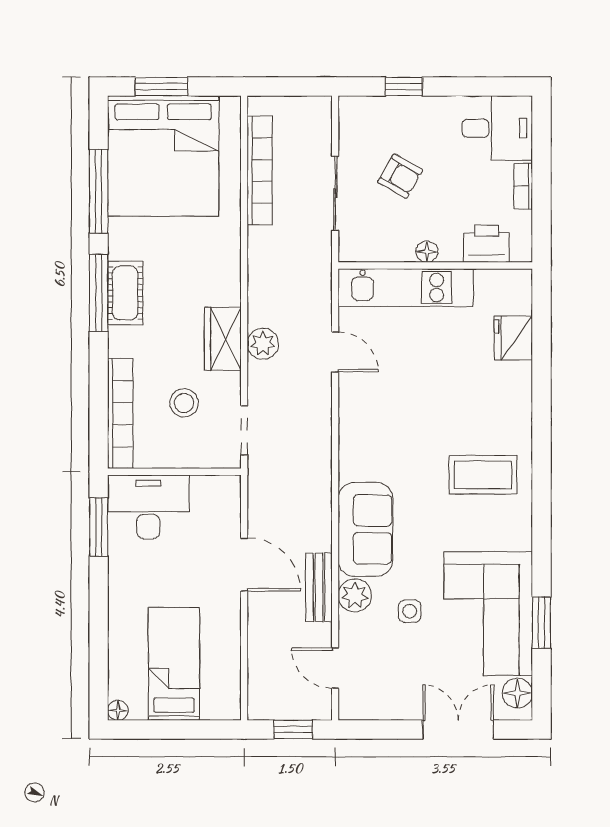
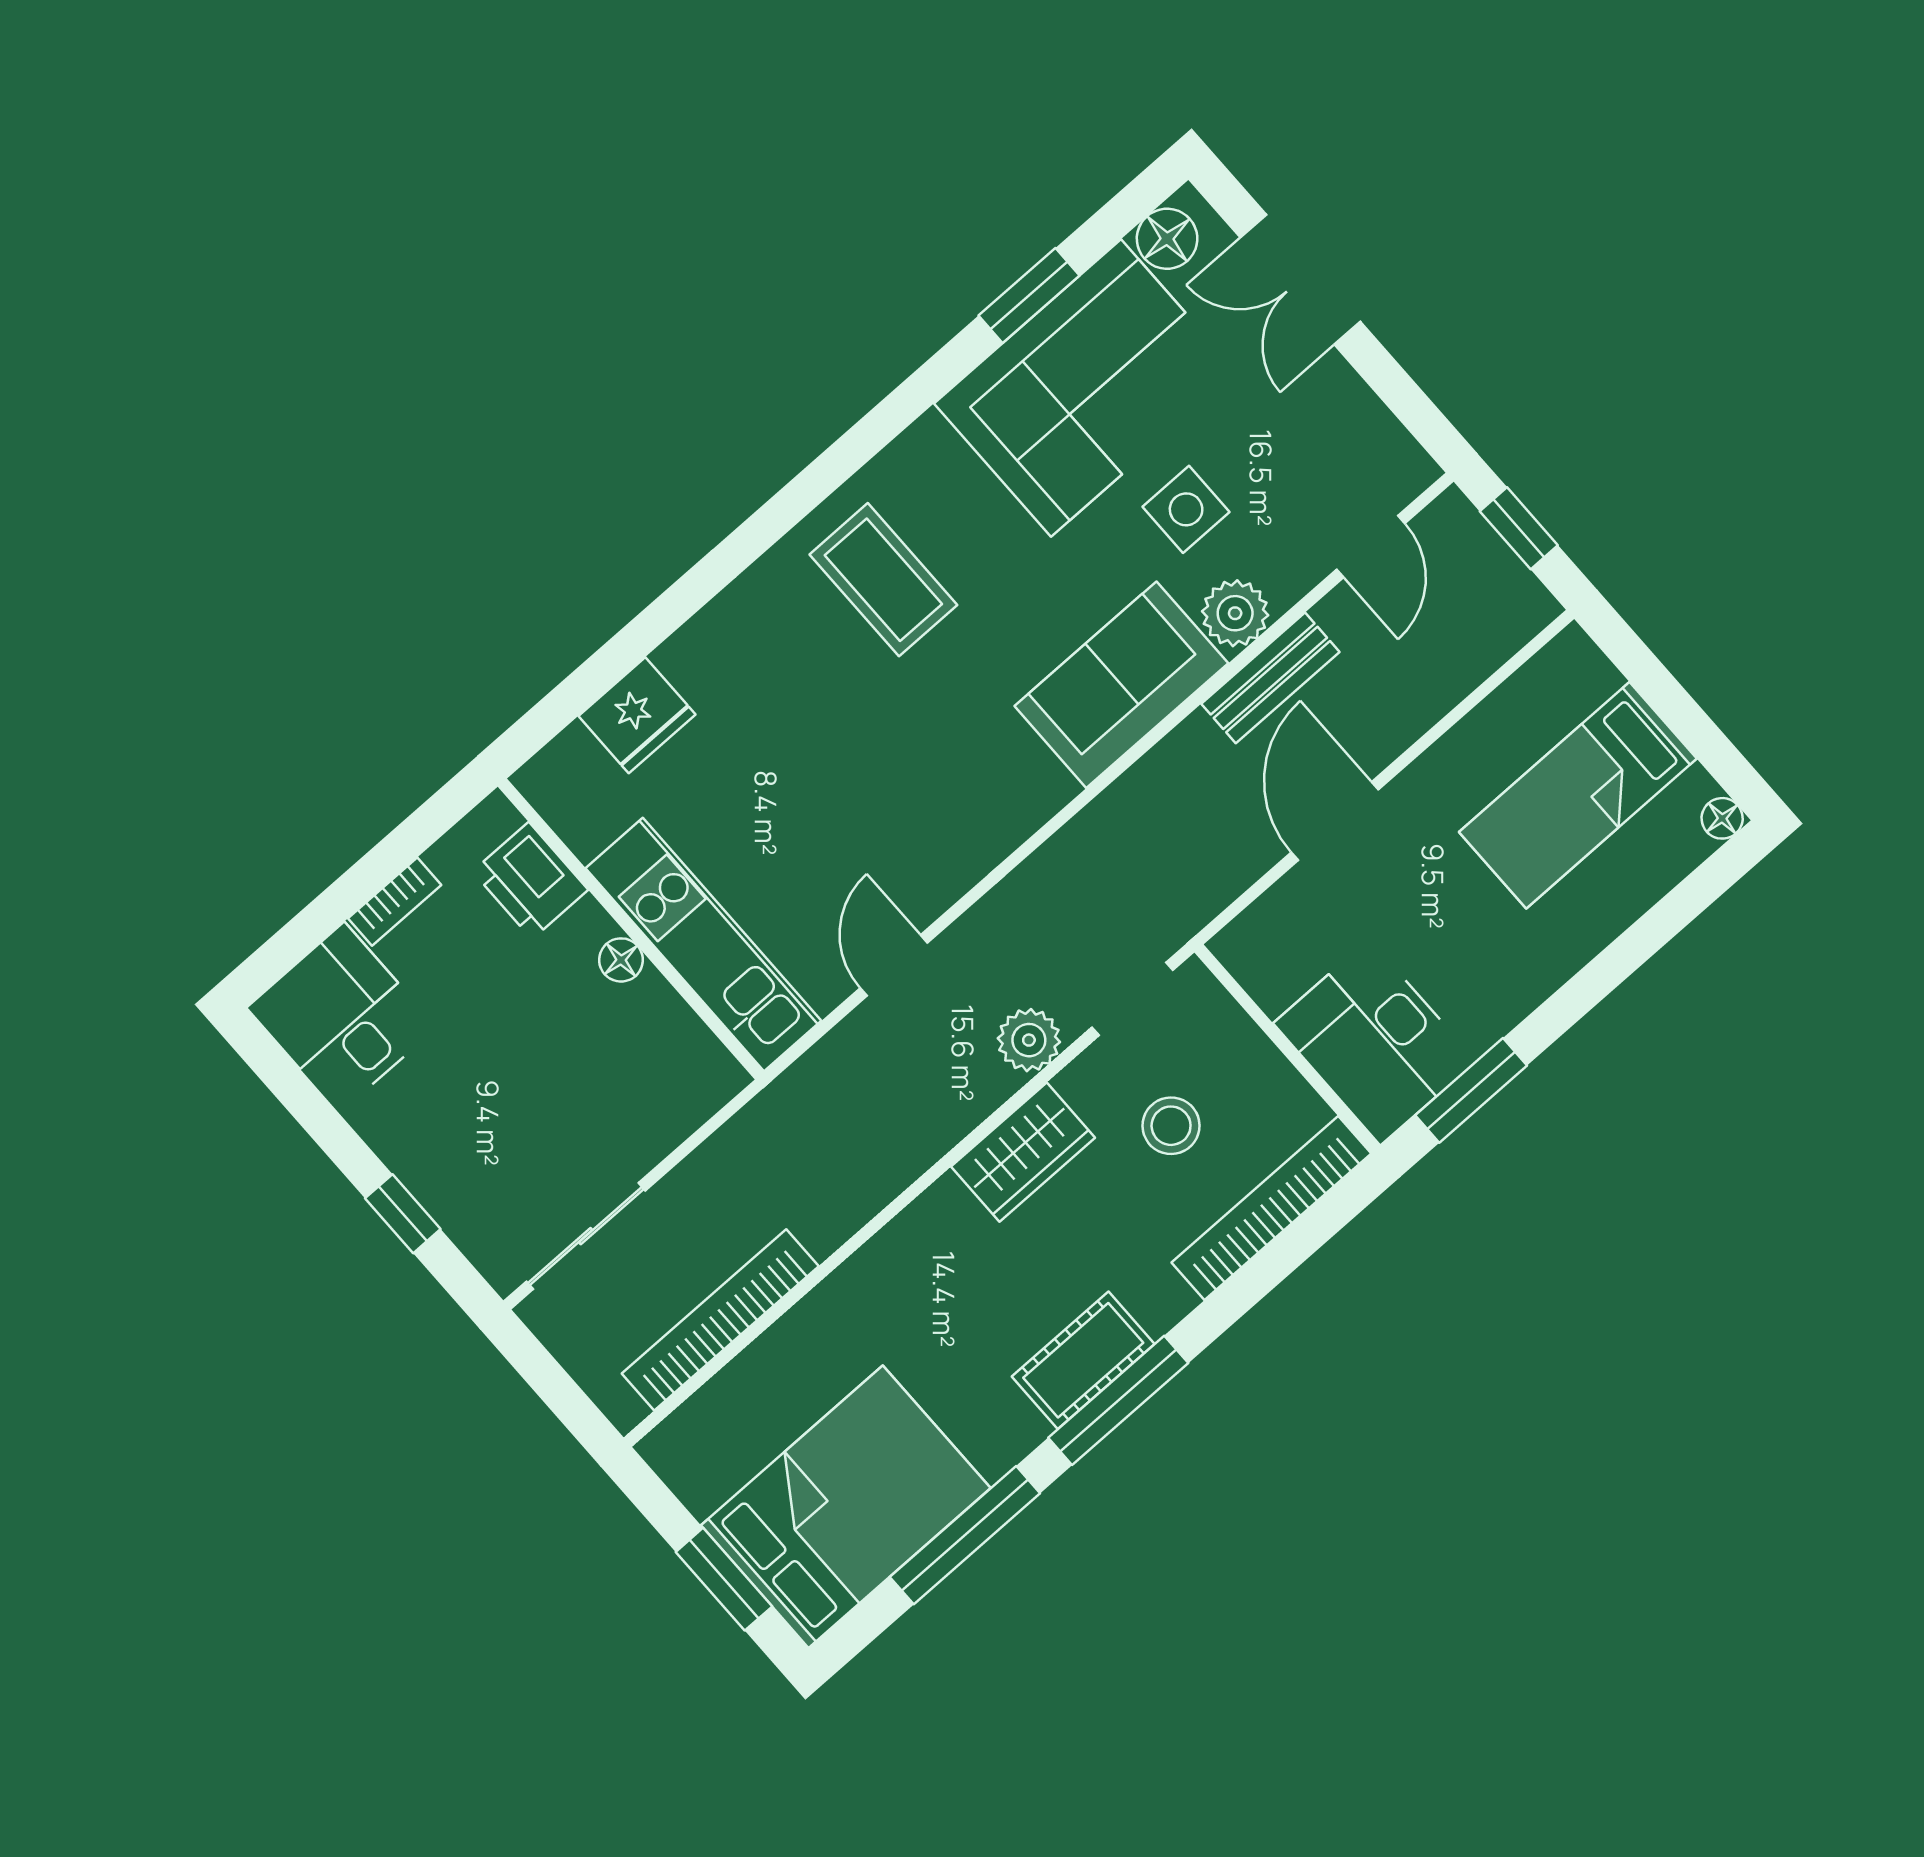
bed: (163, 156) -> (846, 1507), width x0.73
armchair: (400, 176) -> (543, 1100), removed
sliding door: (335, 193) -> (586, 1236), moved
plant: (263, 344) -> (1029, 1040), moved
side table: (410, 611) -> (1186, 509), width x1.37, depth x1.37

